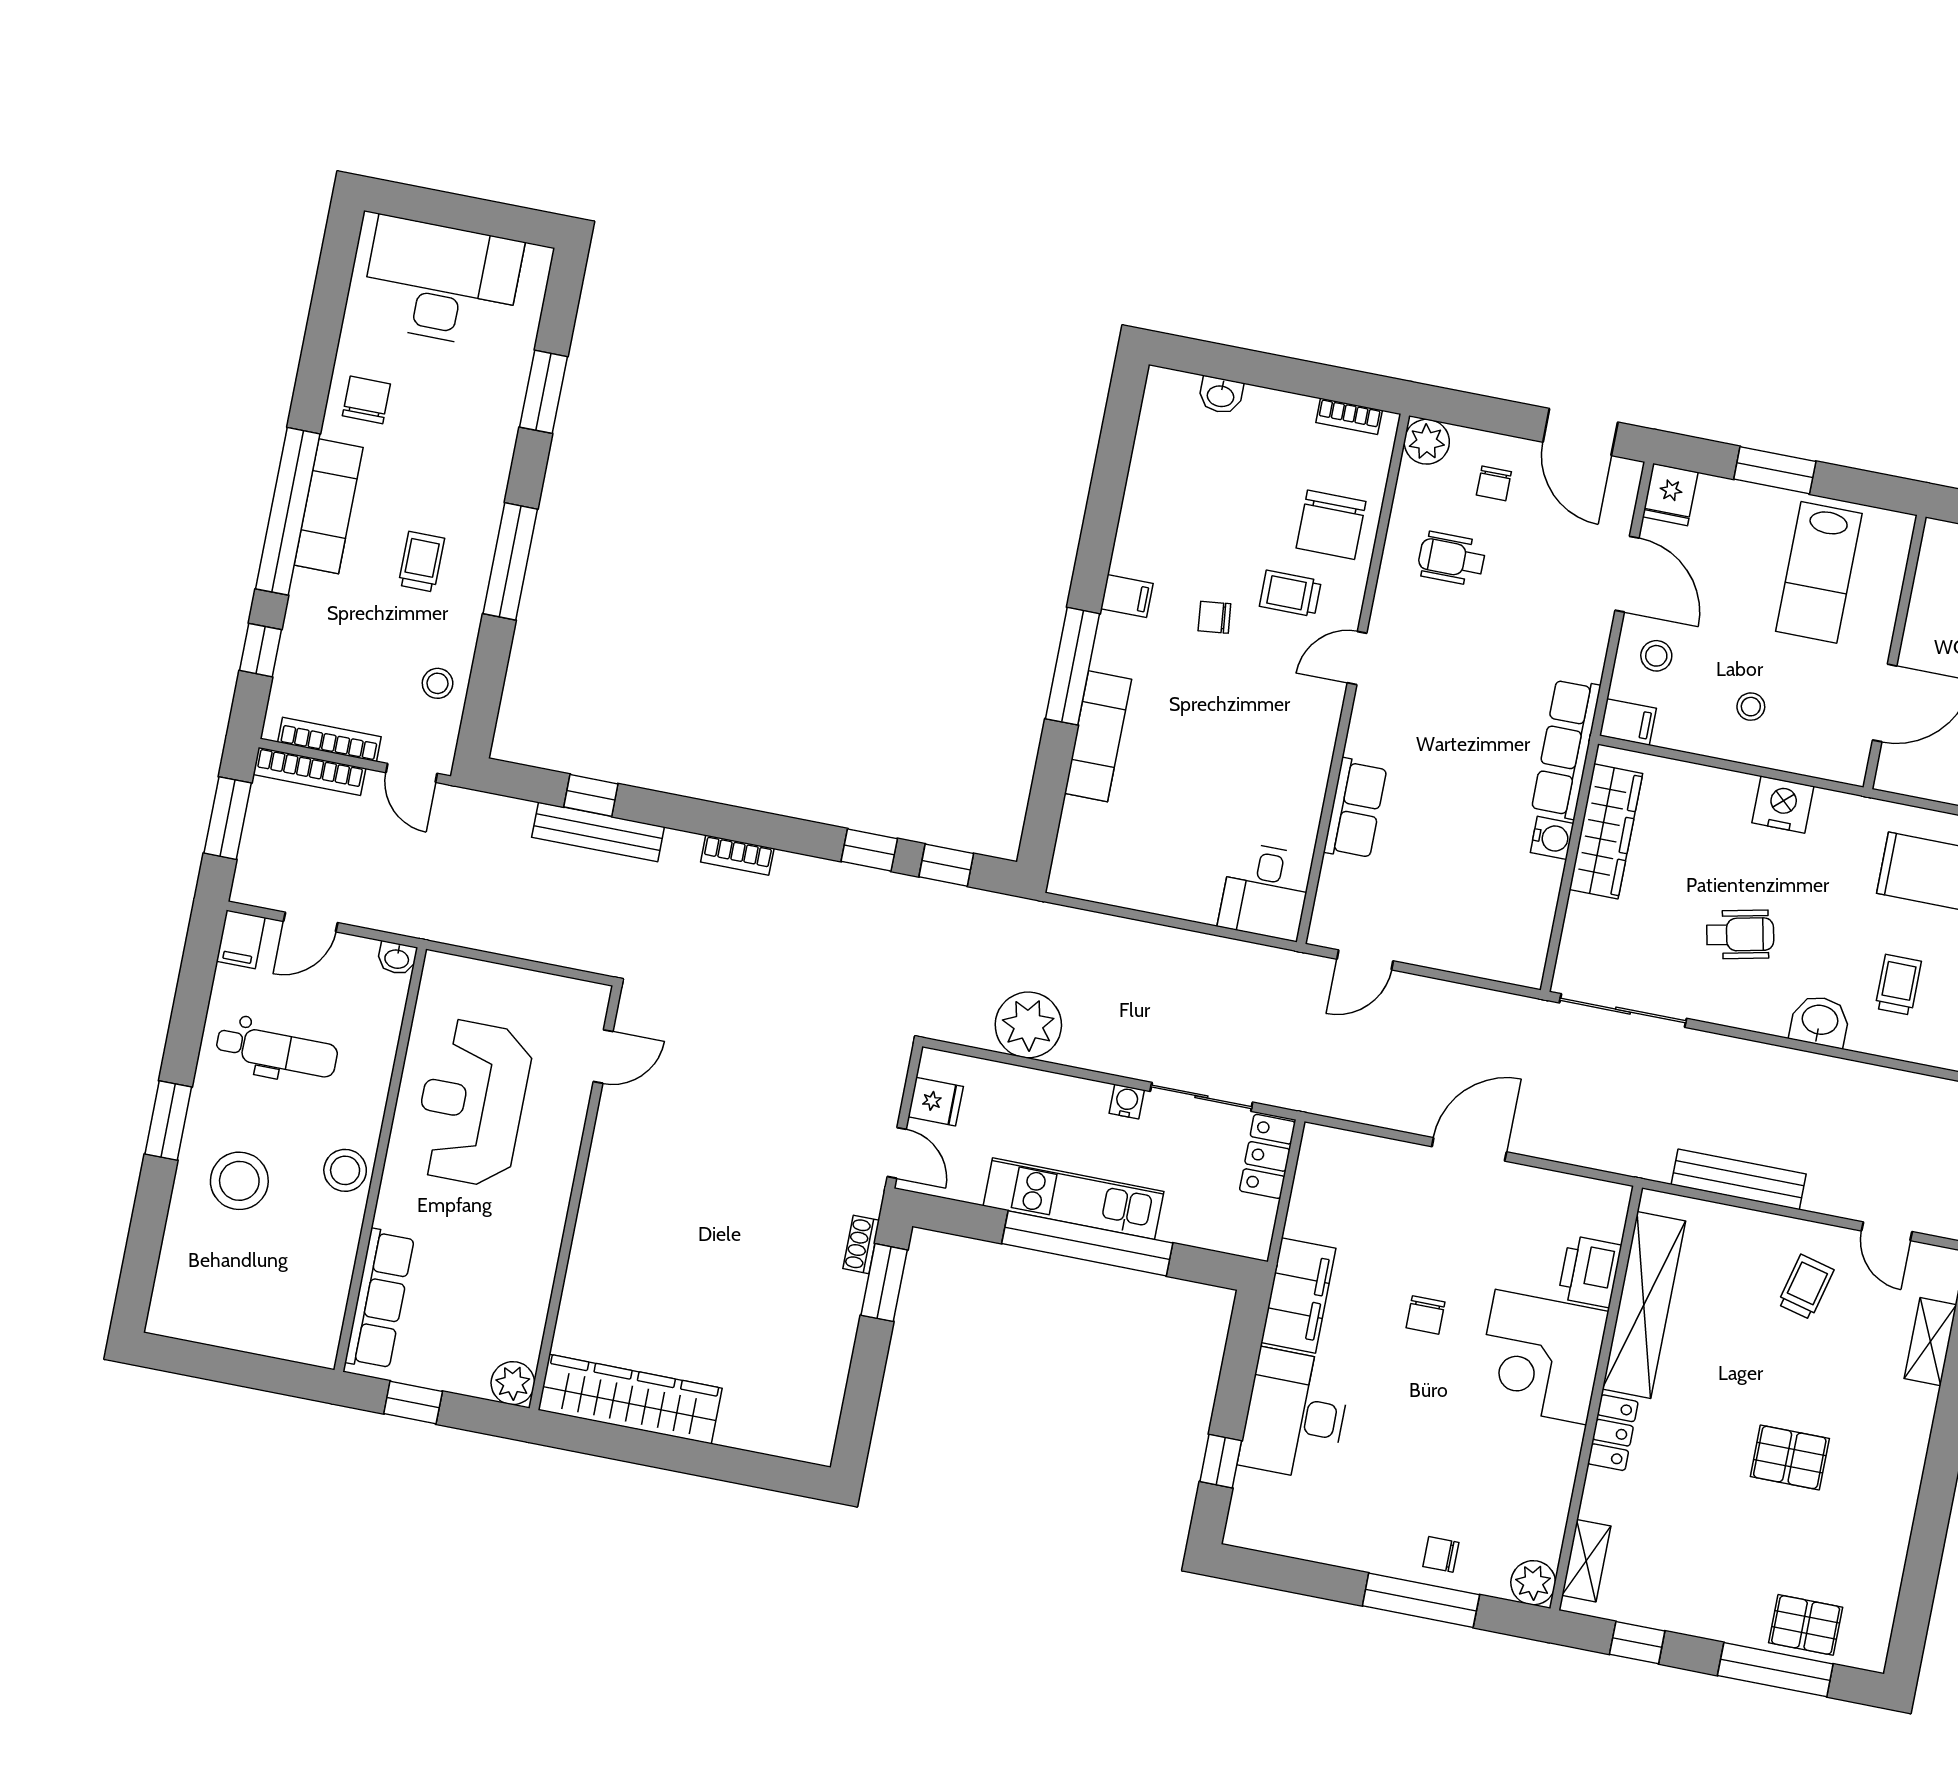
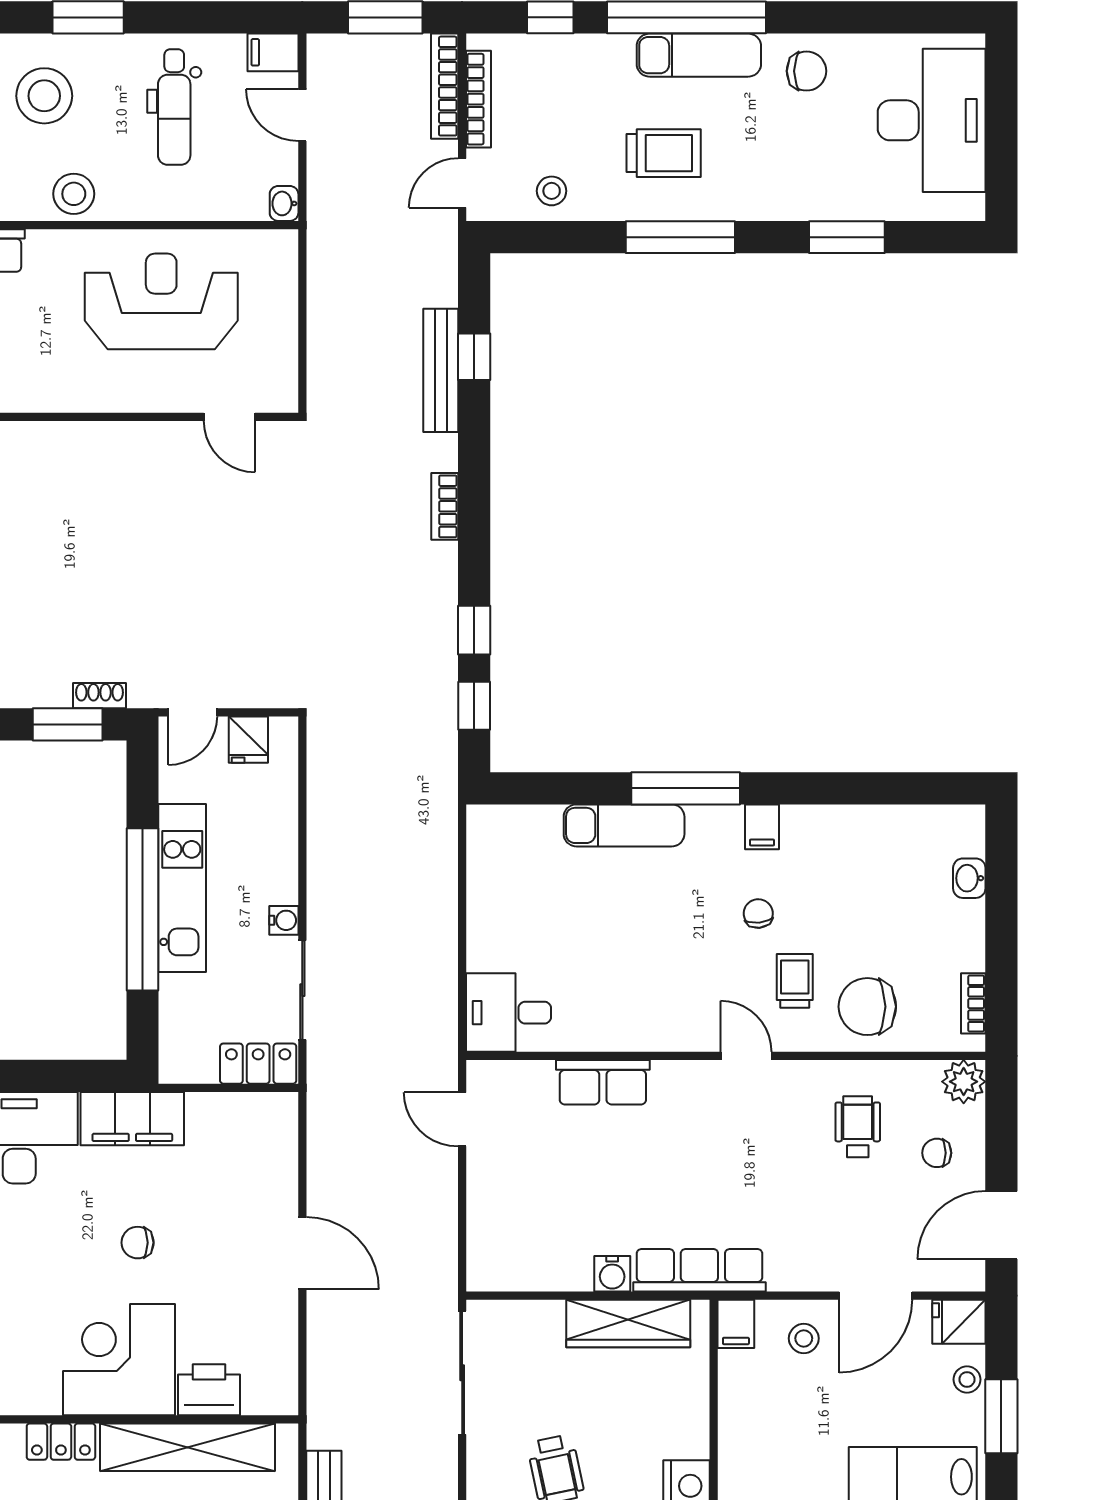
trolley: (421, 562) -> (664, 153), width x1.36, depth x1.39
stool: (1751, 707) -> (967, 1379), moved
plant: (1028, 1025) -> (338, 813), removed

